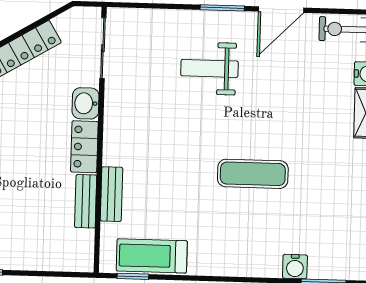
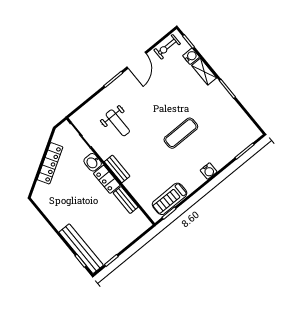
weight bench: (209, 68) -> (118, 123), moved, turned -90
bench: (112, 194) -> (117, 169), moved
water cooler: (295, 267) -> (209, 171), moved

